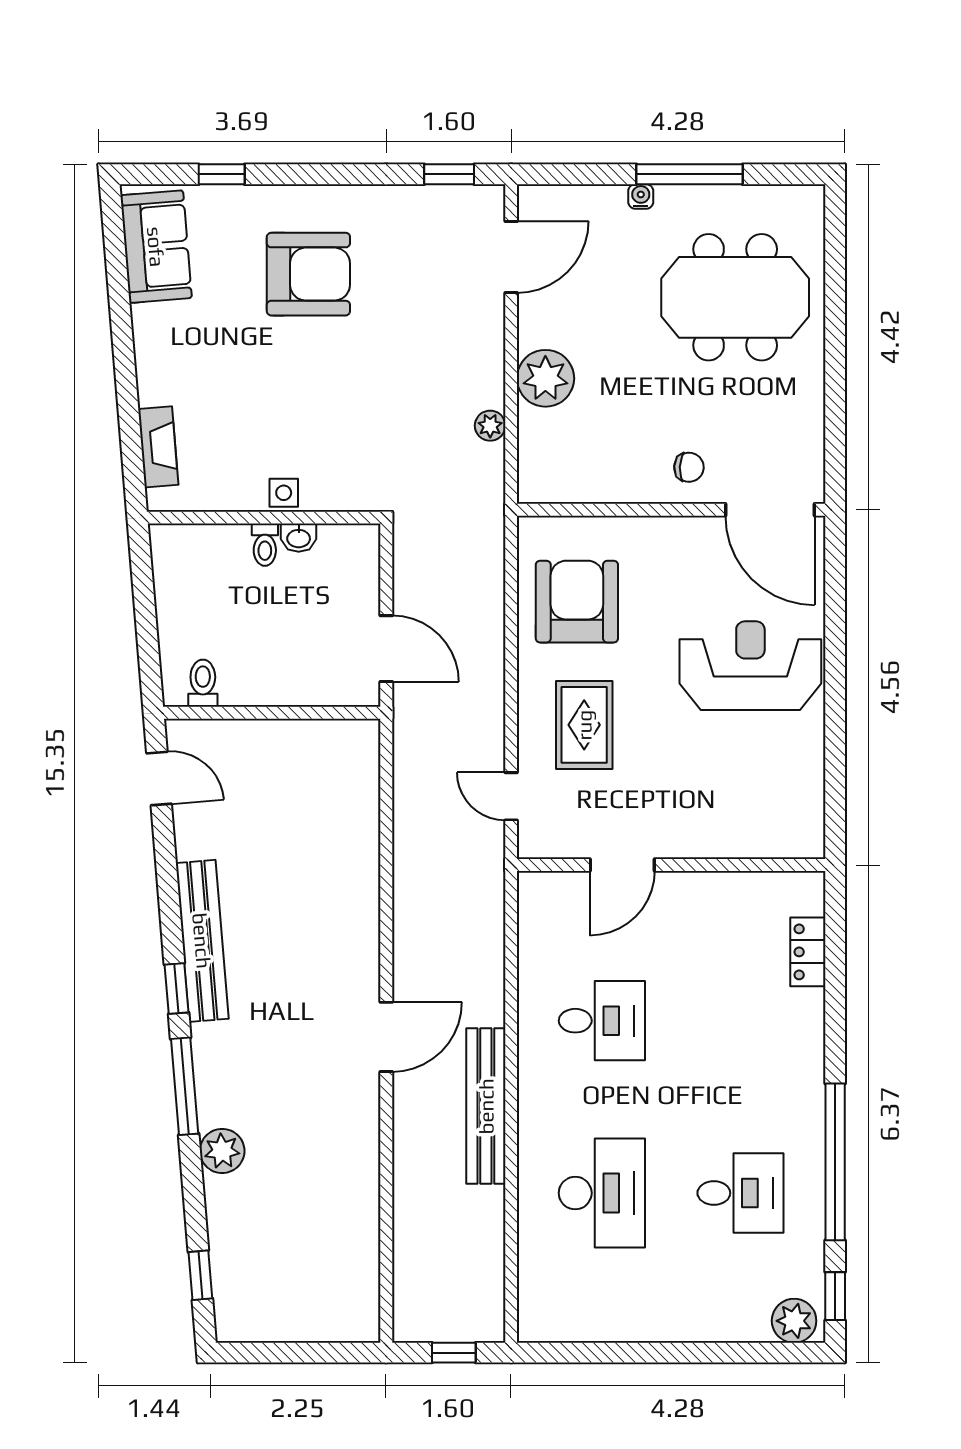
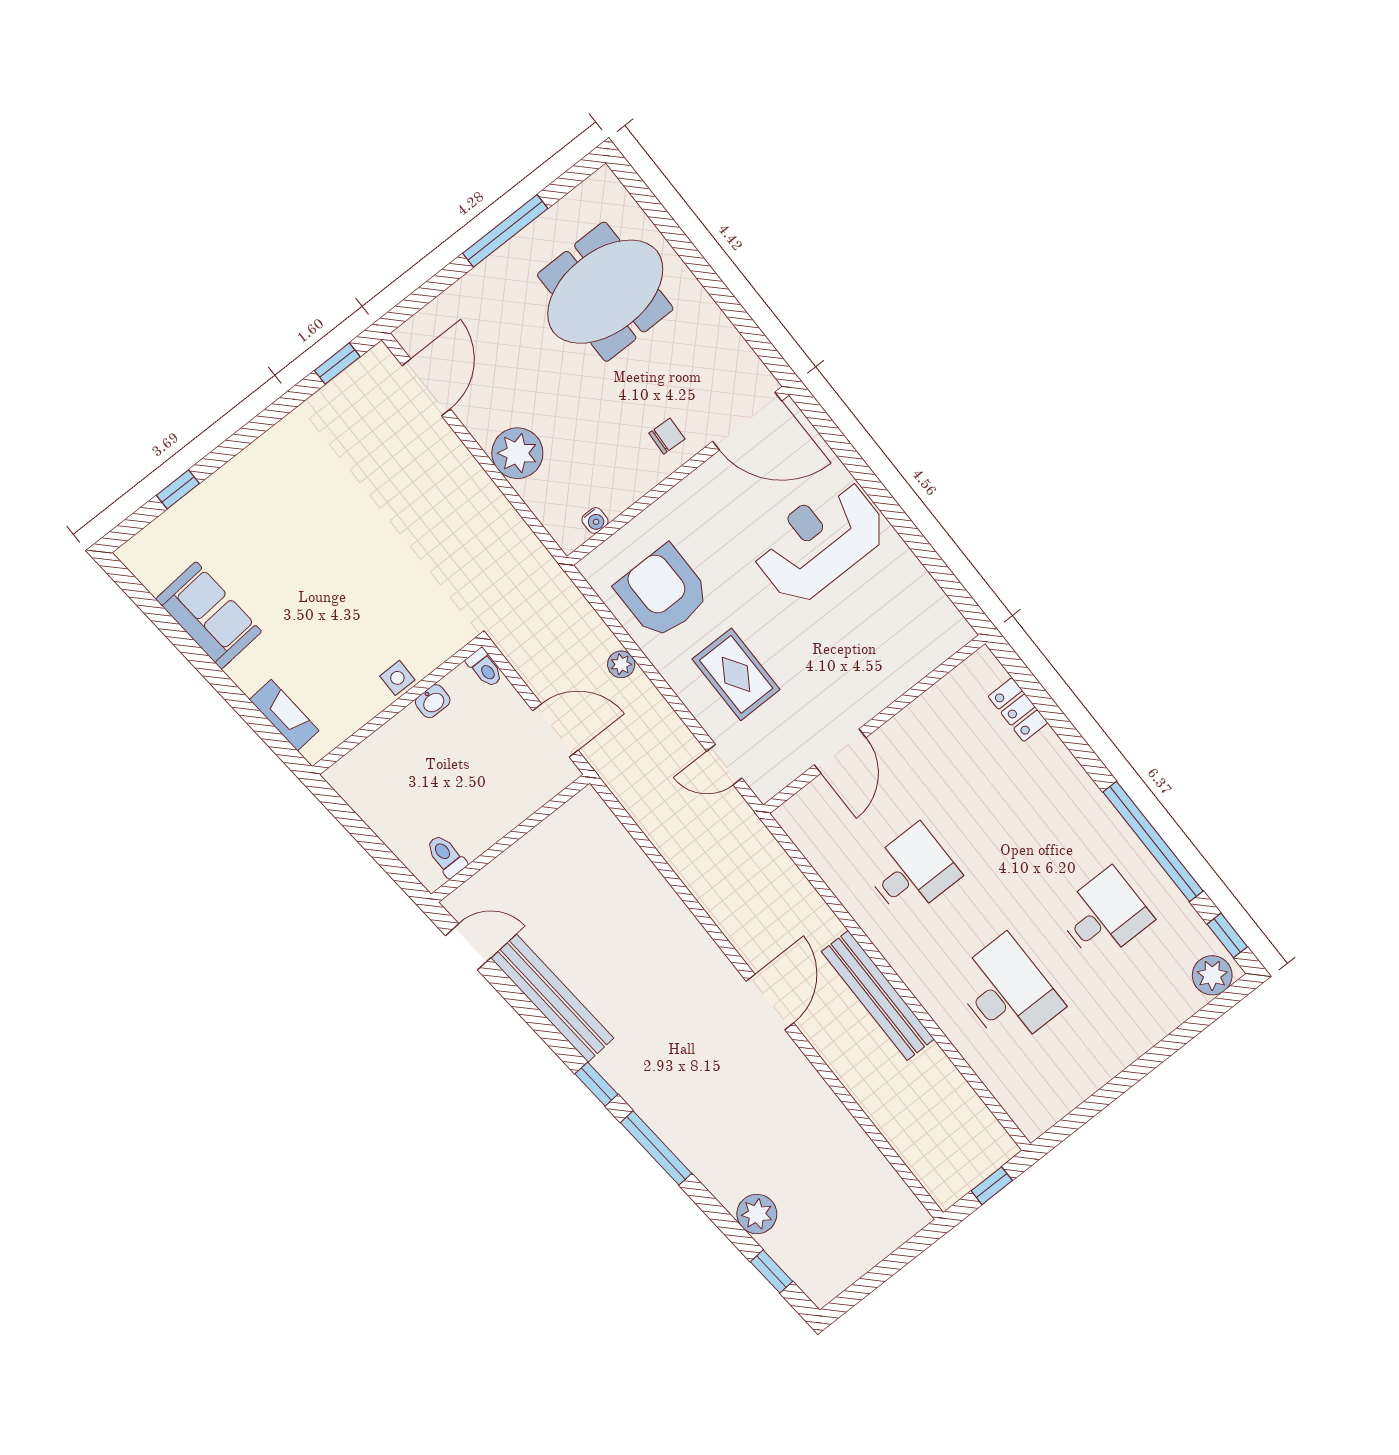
water cooler: (641, 196) -> (595, 520), moved, turned 180
sofa: (156, 247) -> (209, 615), moved
armchair: (308, 274) -> (294, 511), removed
plant: (490, 426) -> (621, 664), moved
toilet: (265, 545) -> (485, 668), moved
bench: (202, 941) -> (552, 998), moved
plant: (222, 1151) -> (757, 1214), moved

